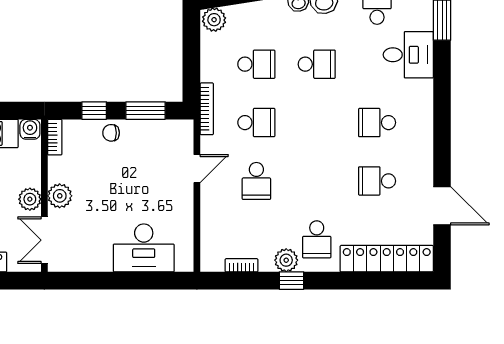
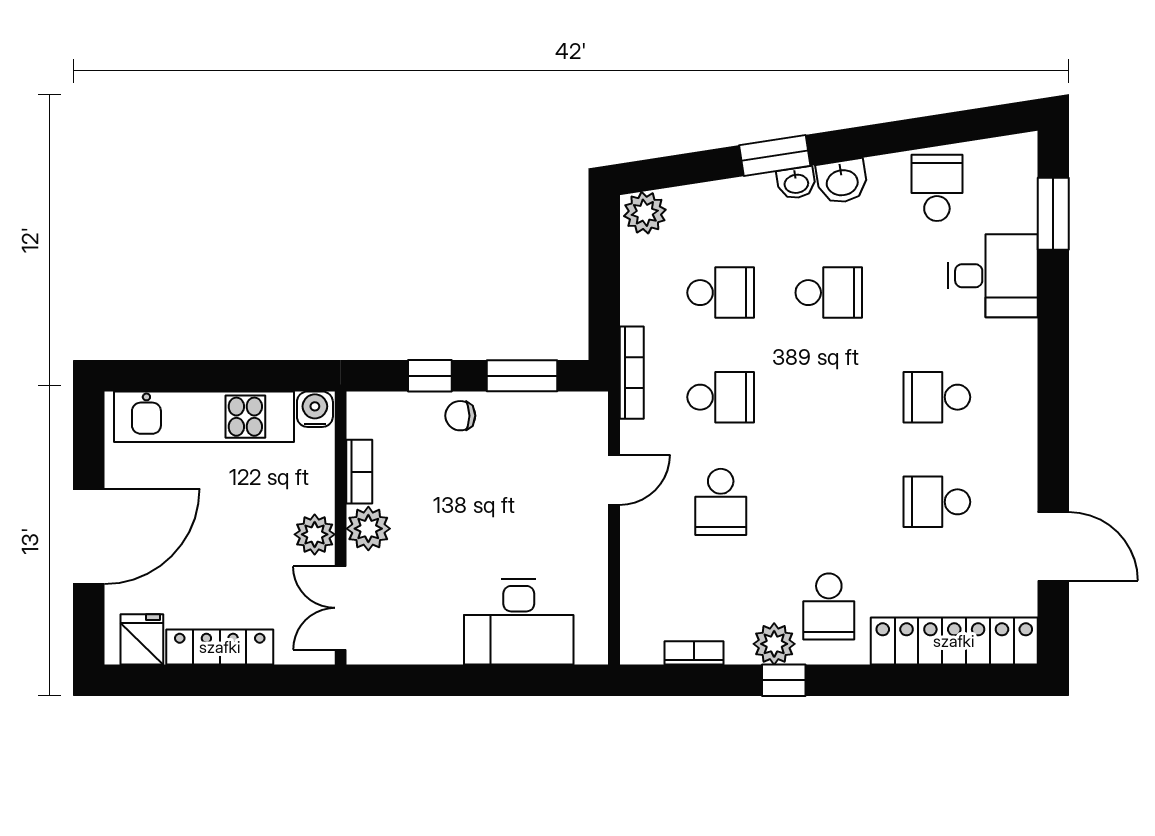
bookcase: (55, 137) -> (359, 472), moved

